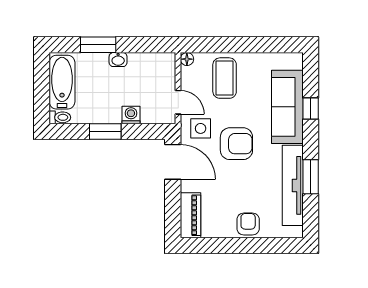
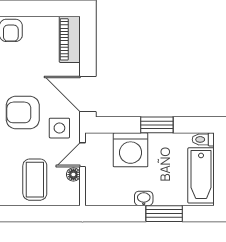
floor lamp: (187, 59) -> (73, 175), moved
door: (178, 102) -> (82, 155), hinge flipped
washing machine: (131, 115) -> (131, 150), width x1.89, depth x1.89

